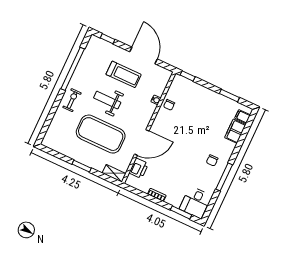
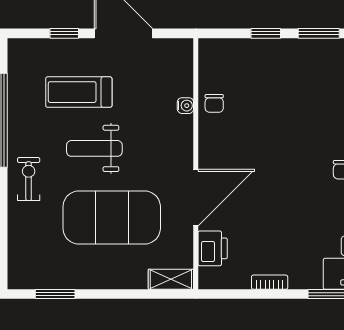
window: (108, 39) -> (64, 33), moved
treadmill: (124, 74) -> (79, 92), moved, turned 180
window: (188, 76) -> (266, 33), moved
window: (82, 166) -> (55, 294), moved

